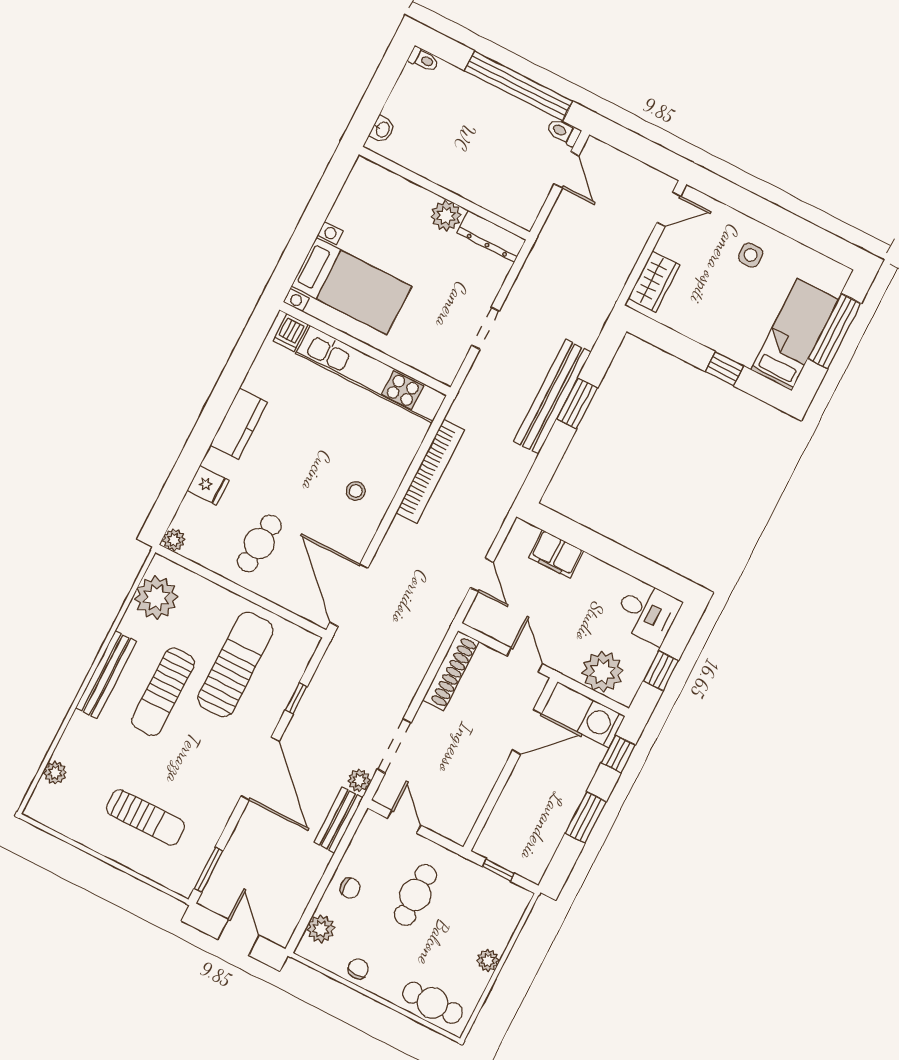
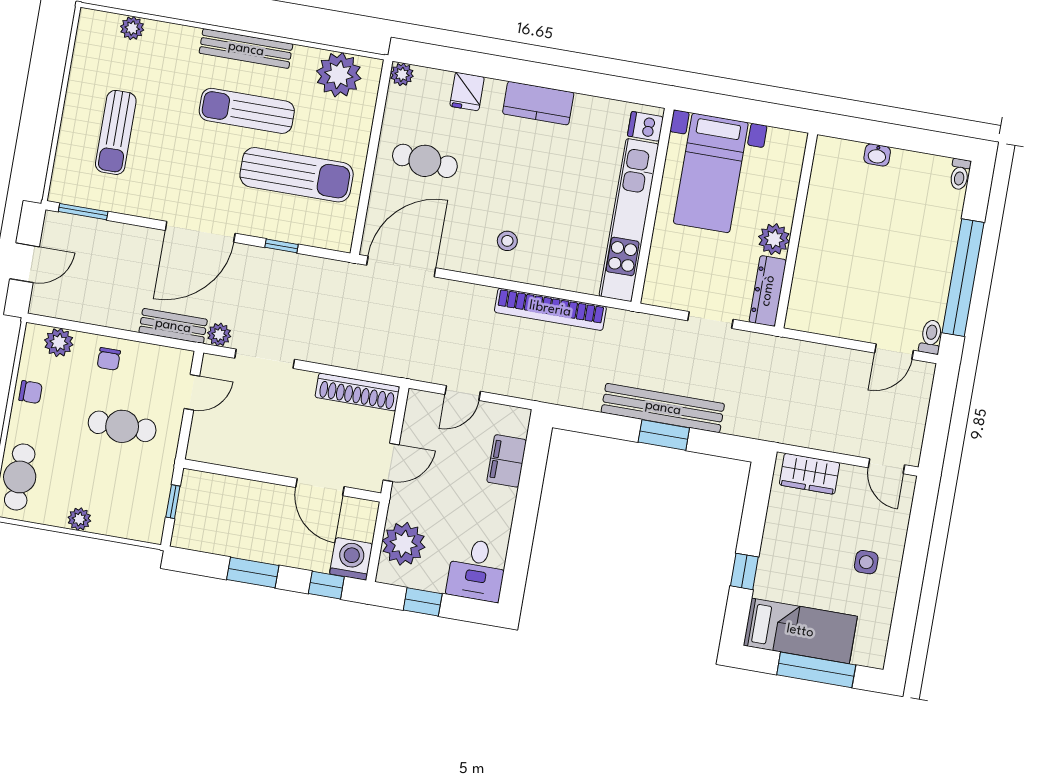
wall: (444, 193) -> (796, 231), moved
plant: (446, 216) -> (774, 239), moved
dresser: (491, 236) -> (768, 291), moved

